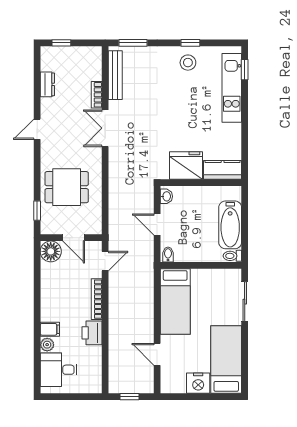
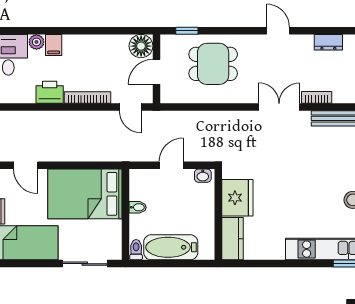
dining table: (67, 187) -> (213, 64), turned 90
bidet: (168, 254) -> (138, 207), moved
bed: (175, 301) -> (85, 194), width x1.50
door: (157, 354) -> (26, 165), swing flipped

